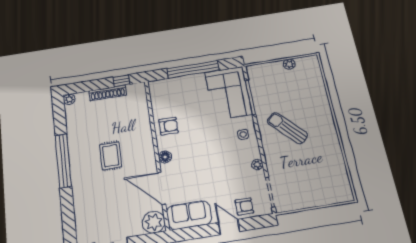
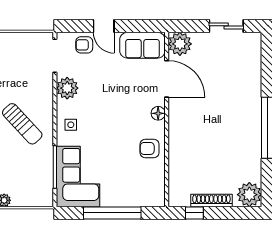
plant: (69, 99) -> (249, 195), width x1.87, depth x1.87
rug: (111, 156) -> (216, 125), removed
plant: (257, 164) -> (67, 88), width x1.88, depth x1.88

